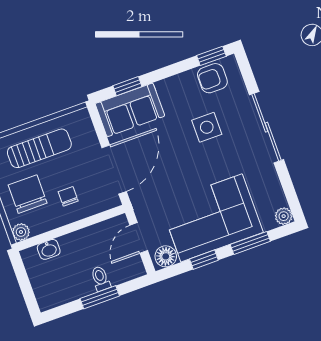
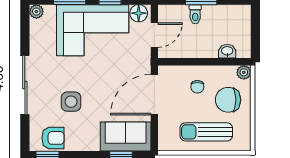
chair: (28, 194) -> (228, 100), turned 90

